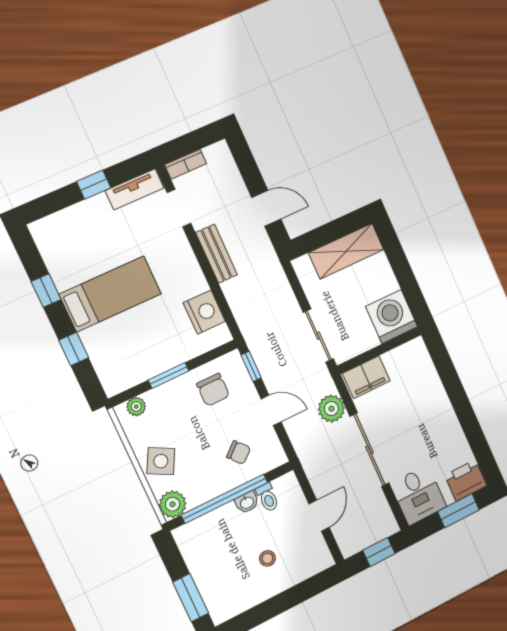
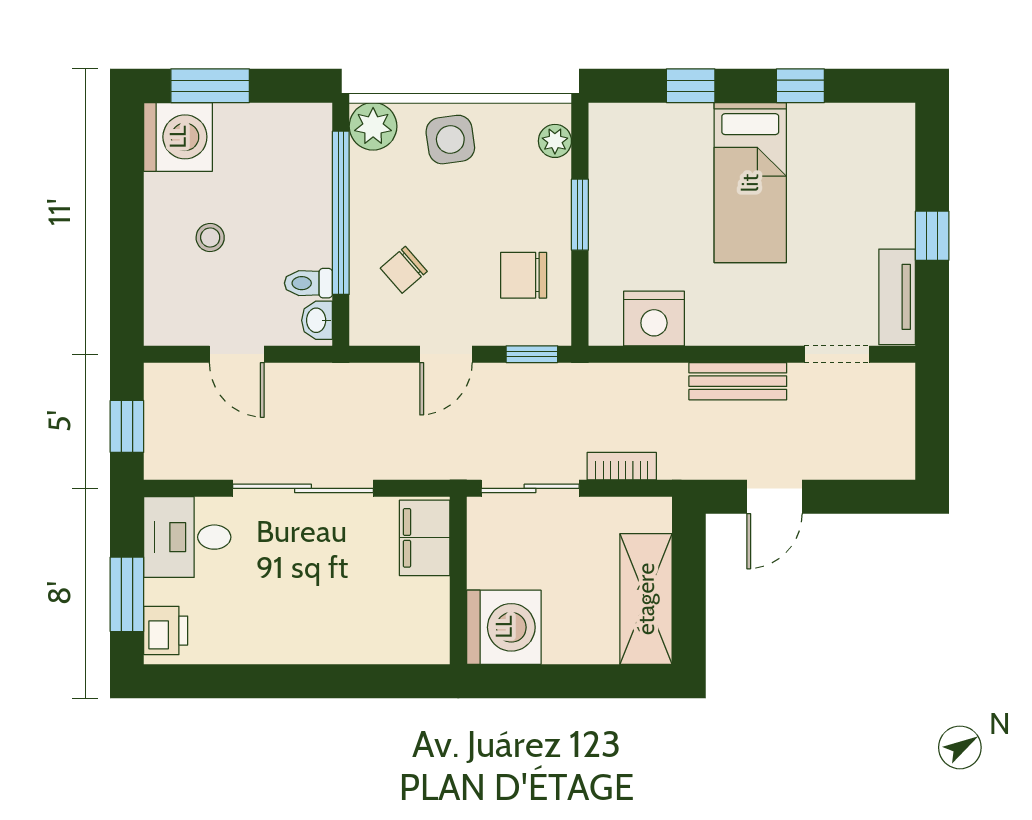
bookcase: (186, 164) -> (622, 466), moved, turned 90
plant: (331, 409) -> (401, 455), removed
side table: (161, 461) -> (450, 140), turned -36
printer: (466, 480) -> (166, 631), width x0.73, depth x0.81
washbasin: (247, 502) -> (317, 320), moved
washing machine: (224, 600) -> (178, 137), added

